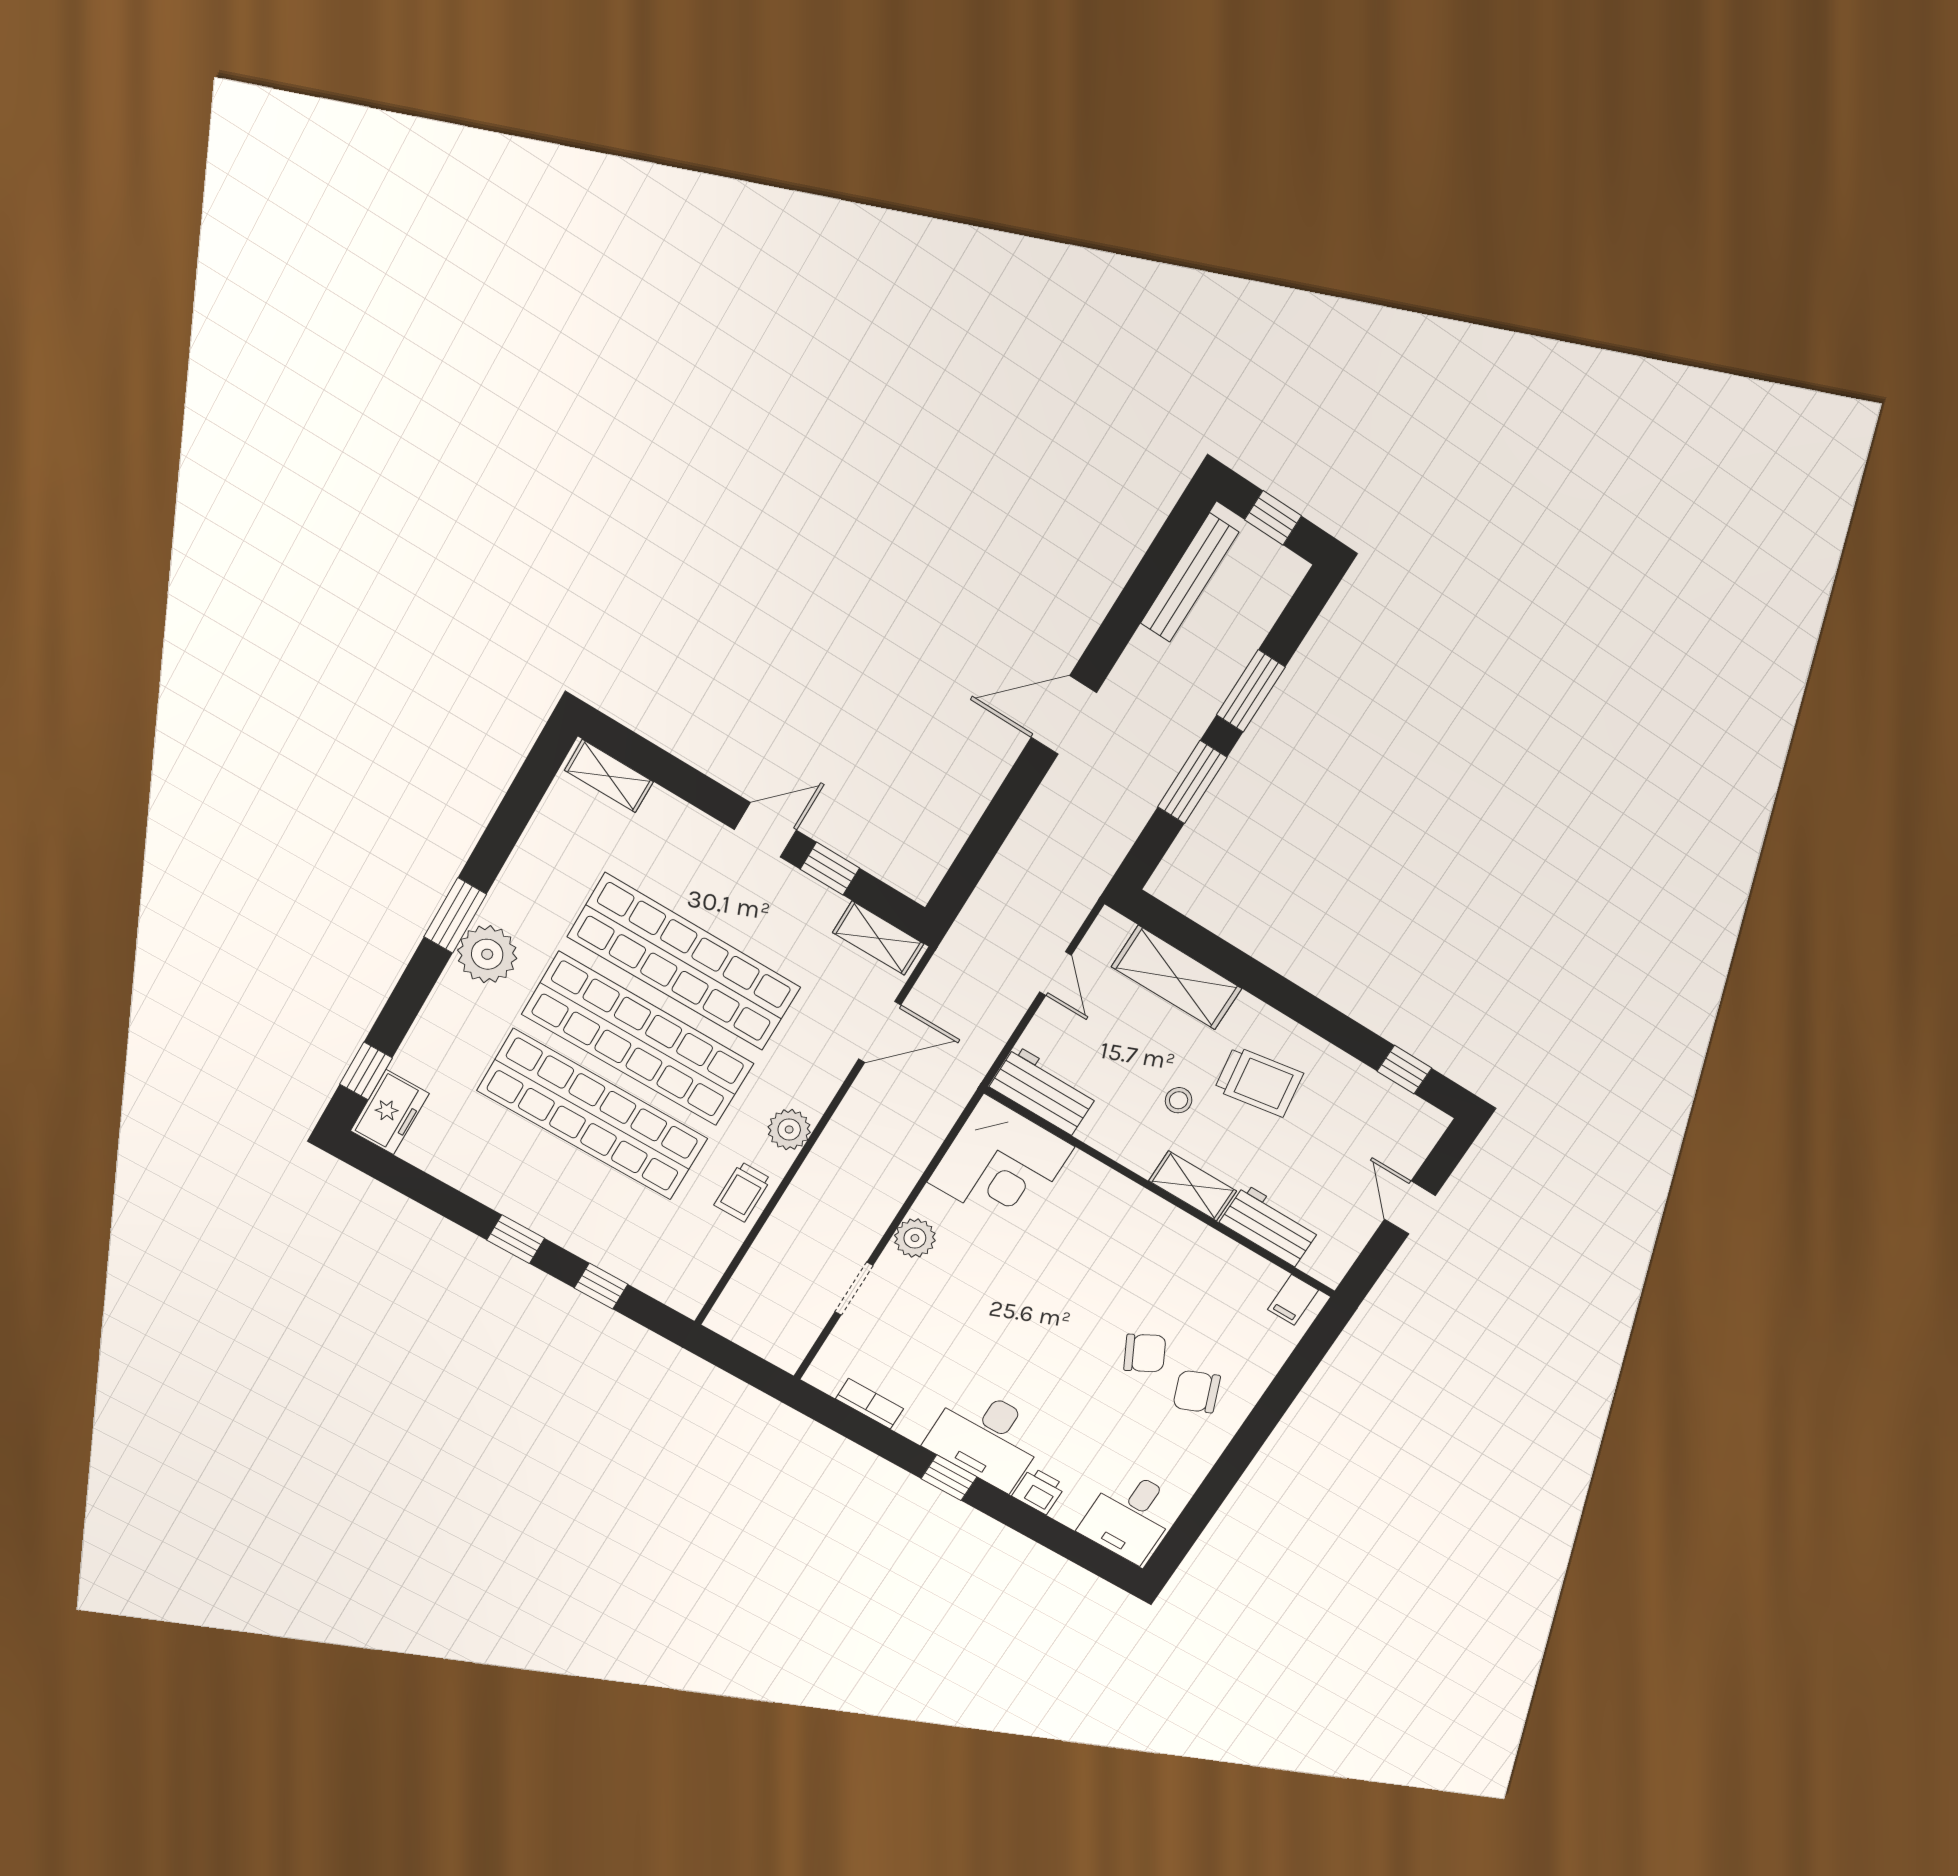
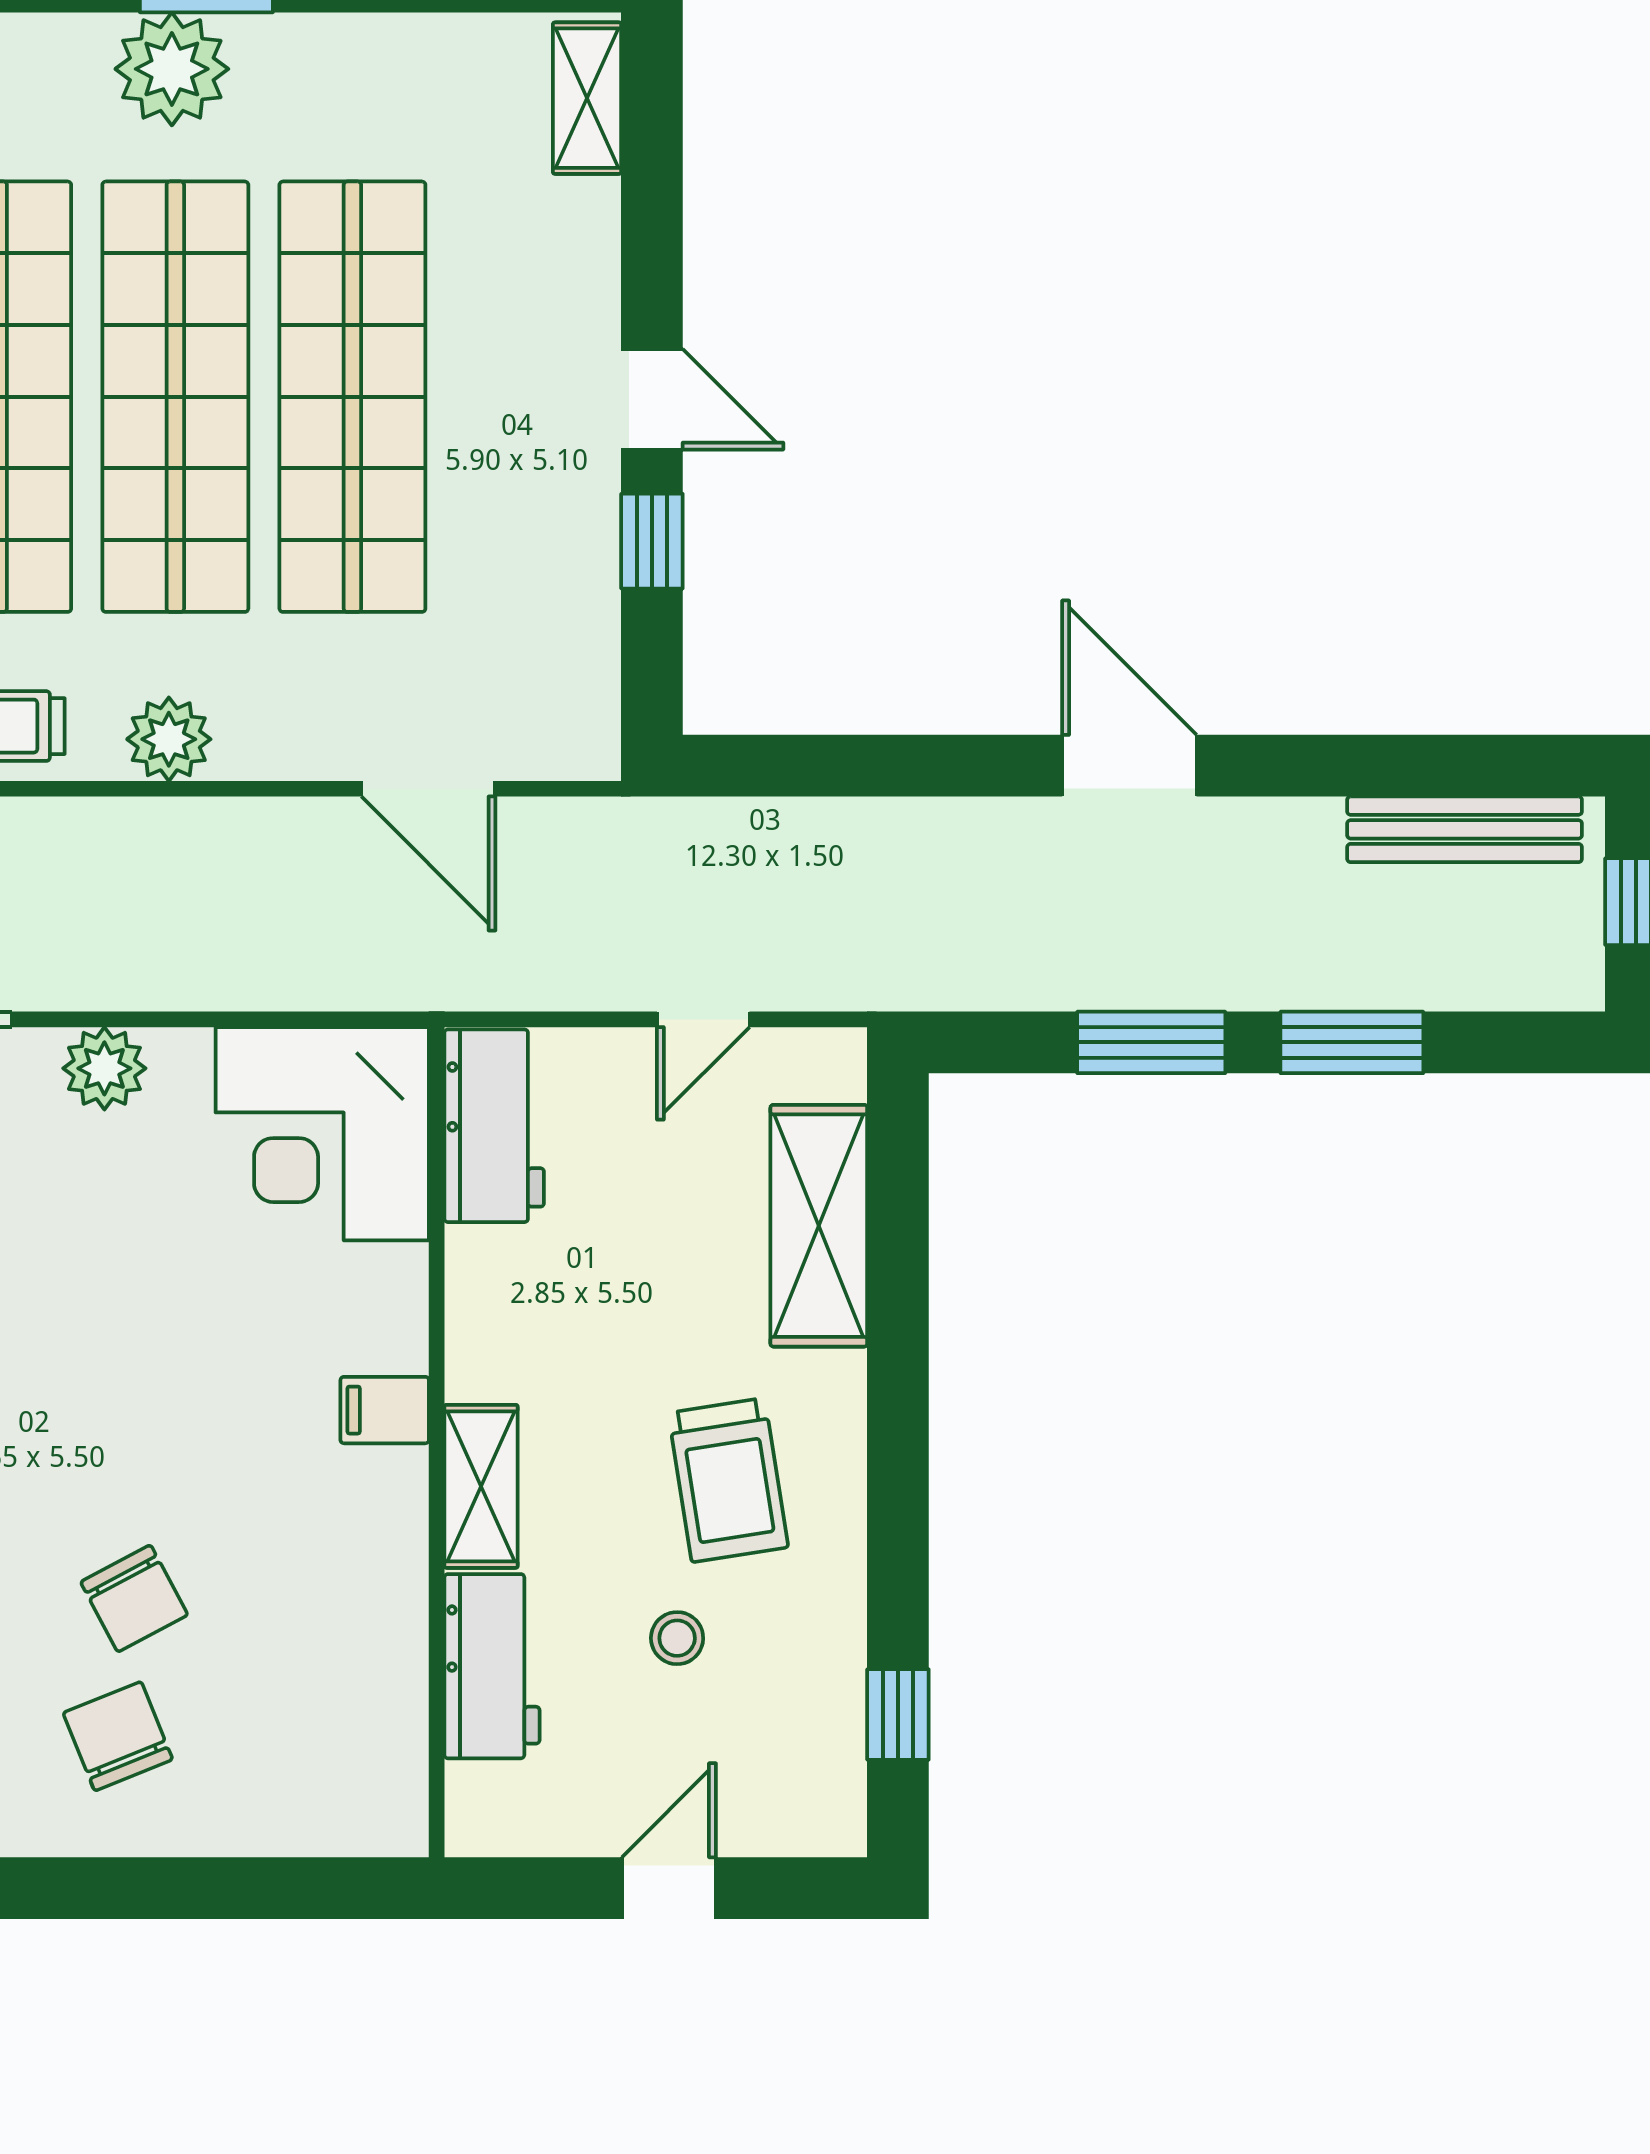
shelving: (878, 938) -> (585, 690), removed
stool: (1179, 1100) -> (677, 1638), moved
filing cabinet: (1293, 1300) -> (385, 1410), moved

